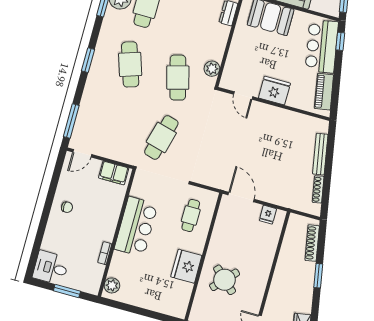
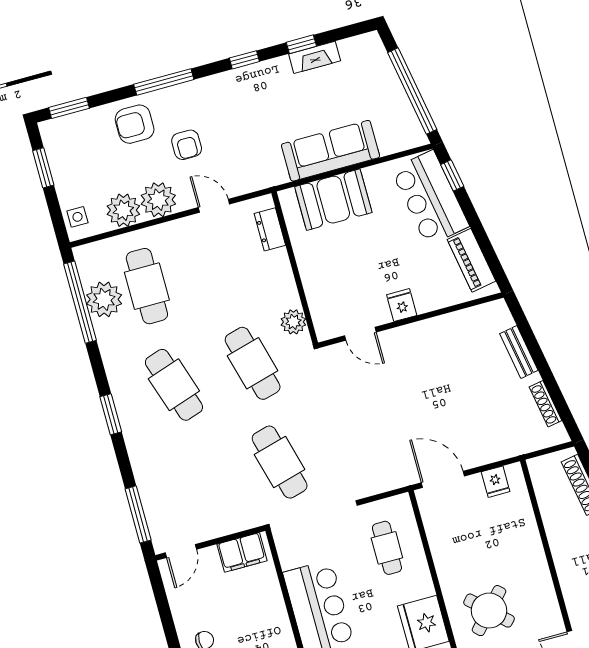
fridge: (274, 91) -> (402, 305), width x0.53, depth x0.75
cafe table: (161, 137) -> (280, 462), turned -30
bench: (320, 154) -> (519, 352), width x0.73

